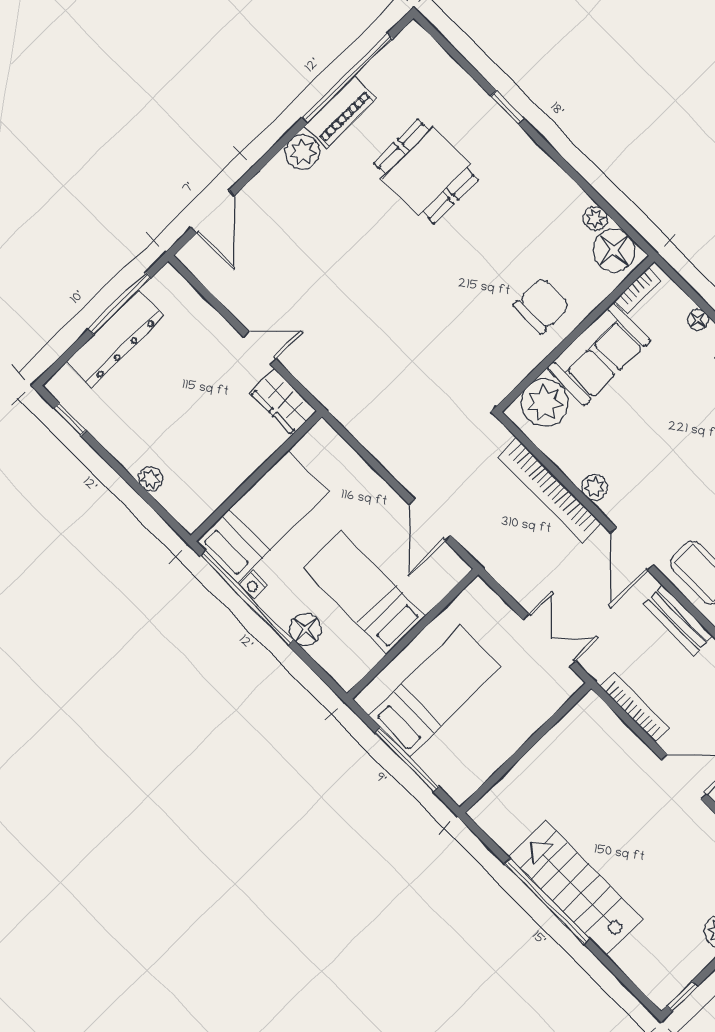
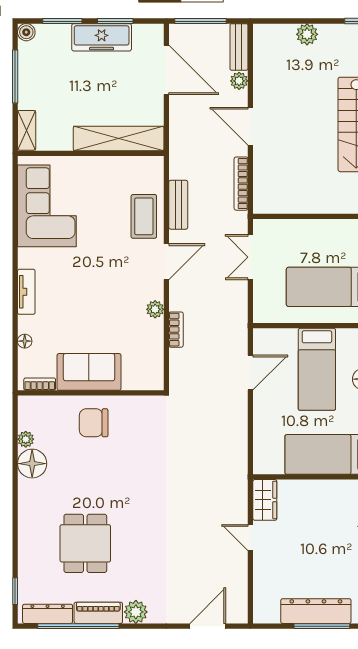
dresser: (392, 59) -> (48, 614), added
window: (507, 107) -> (15, 591), moved
floor lamp: (614, 250) -> (32, 464), moved
window: (120, 303) -> (322, 626), moved
plant: (545, 403) -> (139, 374), removed
bookcase: (550, 490) -> (176, 330), width x0.43, depth x0.76

